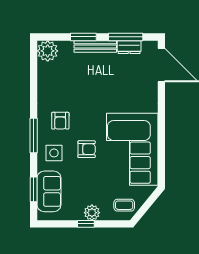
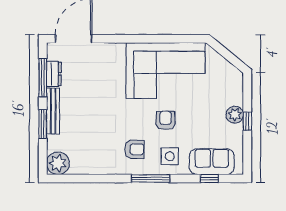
window: (34, 189) -> (209, 178), width x0.67
coffee table: (124, 205) -> (227, 79), removed

